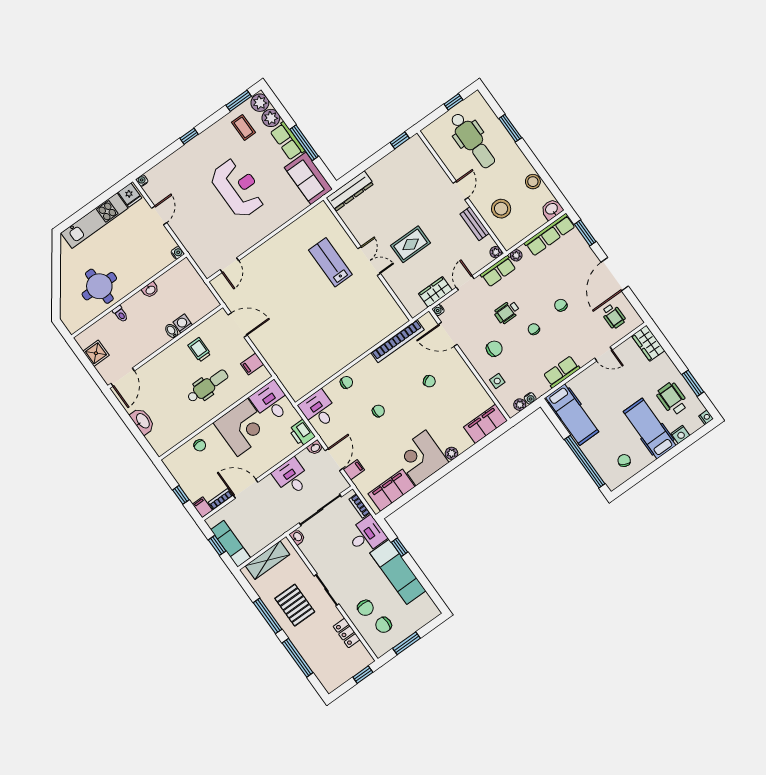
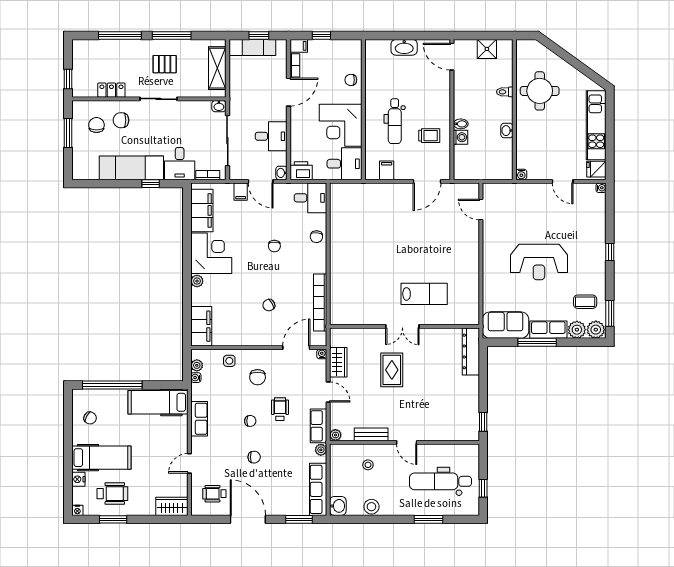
stool: (501, 209) -> (368, 465), width x0.53, depth x0.53
pallet: (295, 605) -> (165, 64), width x0.67, depth x0.71

